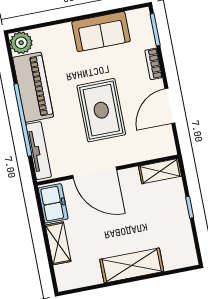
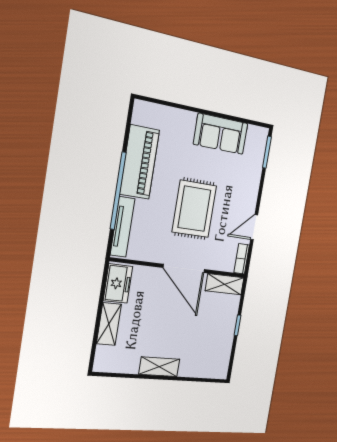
plant: (21, 43) -> (144, 113), removed
bookcase: (154, 64) -> (242, 259), moved
door: (170, 106) -> (254, 227), width x0.73
door: (95, 173) -> (184, 268), moved
shelving: (132, 265) -> (159, 367), width x0.67, depth x0.75

